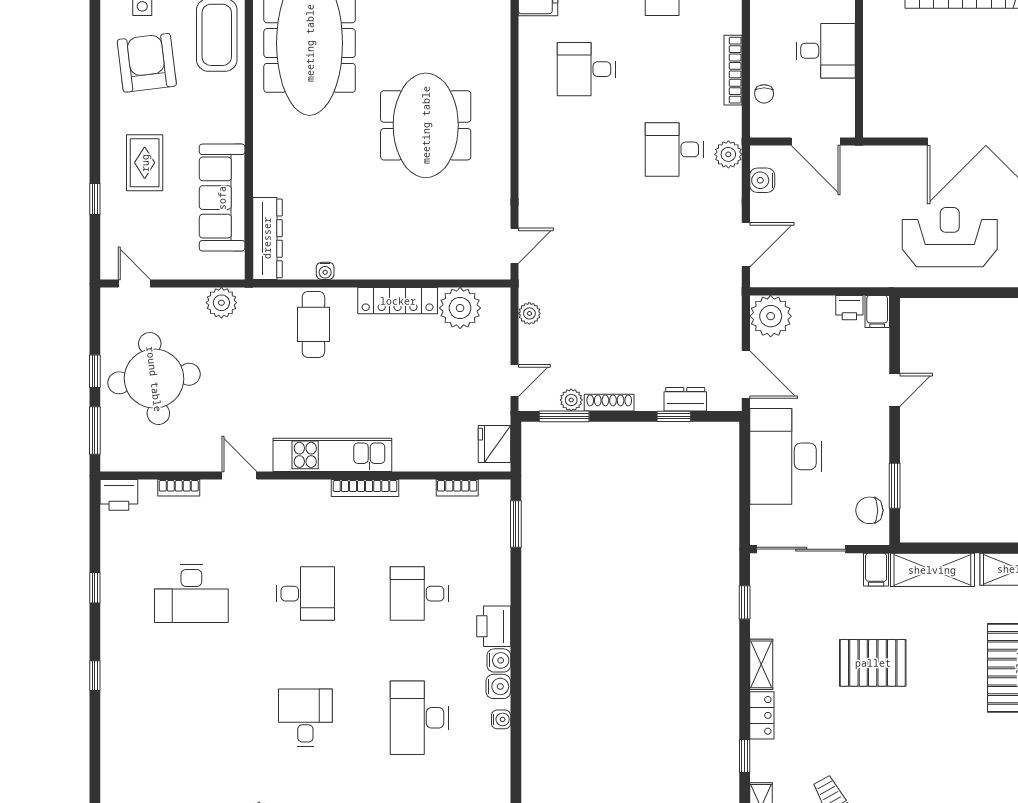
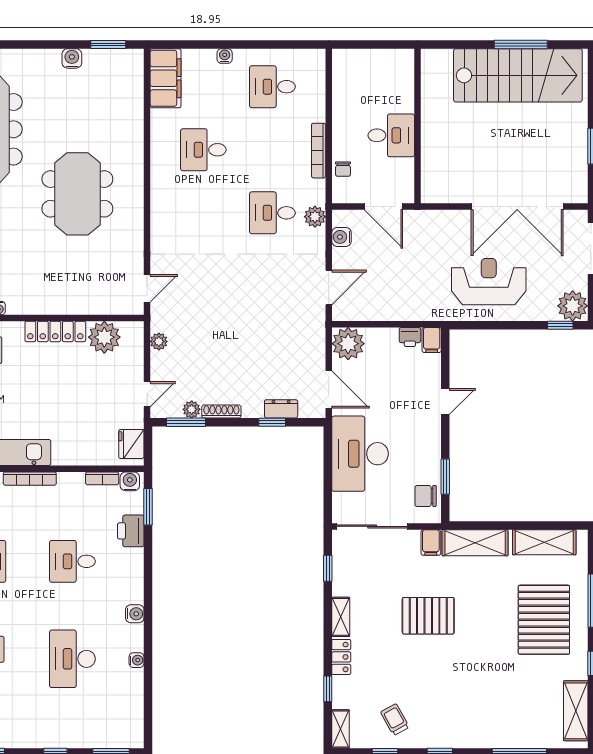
printer: (494, 626) -> (131, 531), moved
water cooler: (498, 686) -> (130, 481), moved, turned -90

